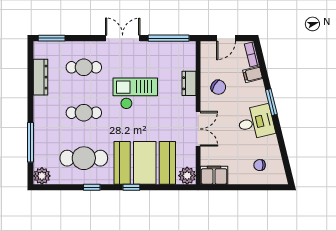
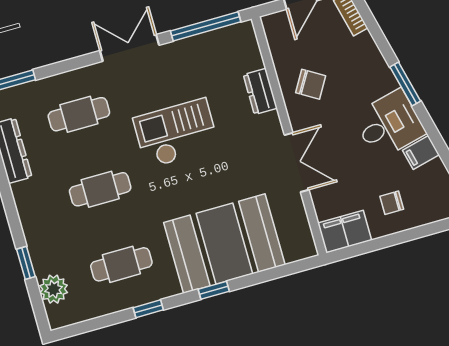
filing cabinet: (253, 74) -> (421, 152), moved
window: (31, 142) -> (26, 263), width x0.46
cafe table: (84, 158) -> (121, 264), width x0.73, depth x0.74
chair: (260, 165) -> (392, 203), moved
plant: (42, 176) -> (54, 289), moved
plant: (187, 176) -> (300, 245), removed

